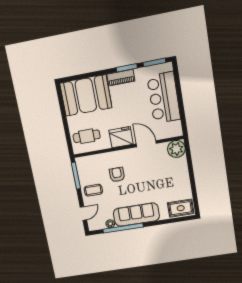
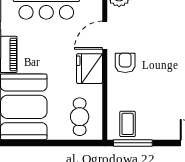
armchair: (117, 175) -> (125, 63), moved, turned 90
coffee table: (93, 190) -> (128, 124), moved

